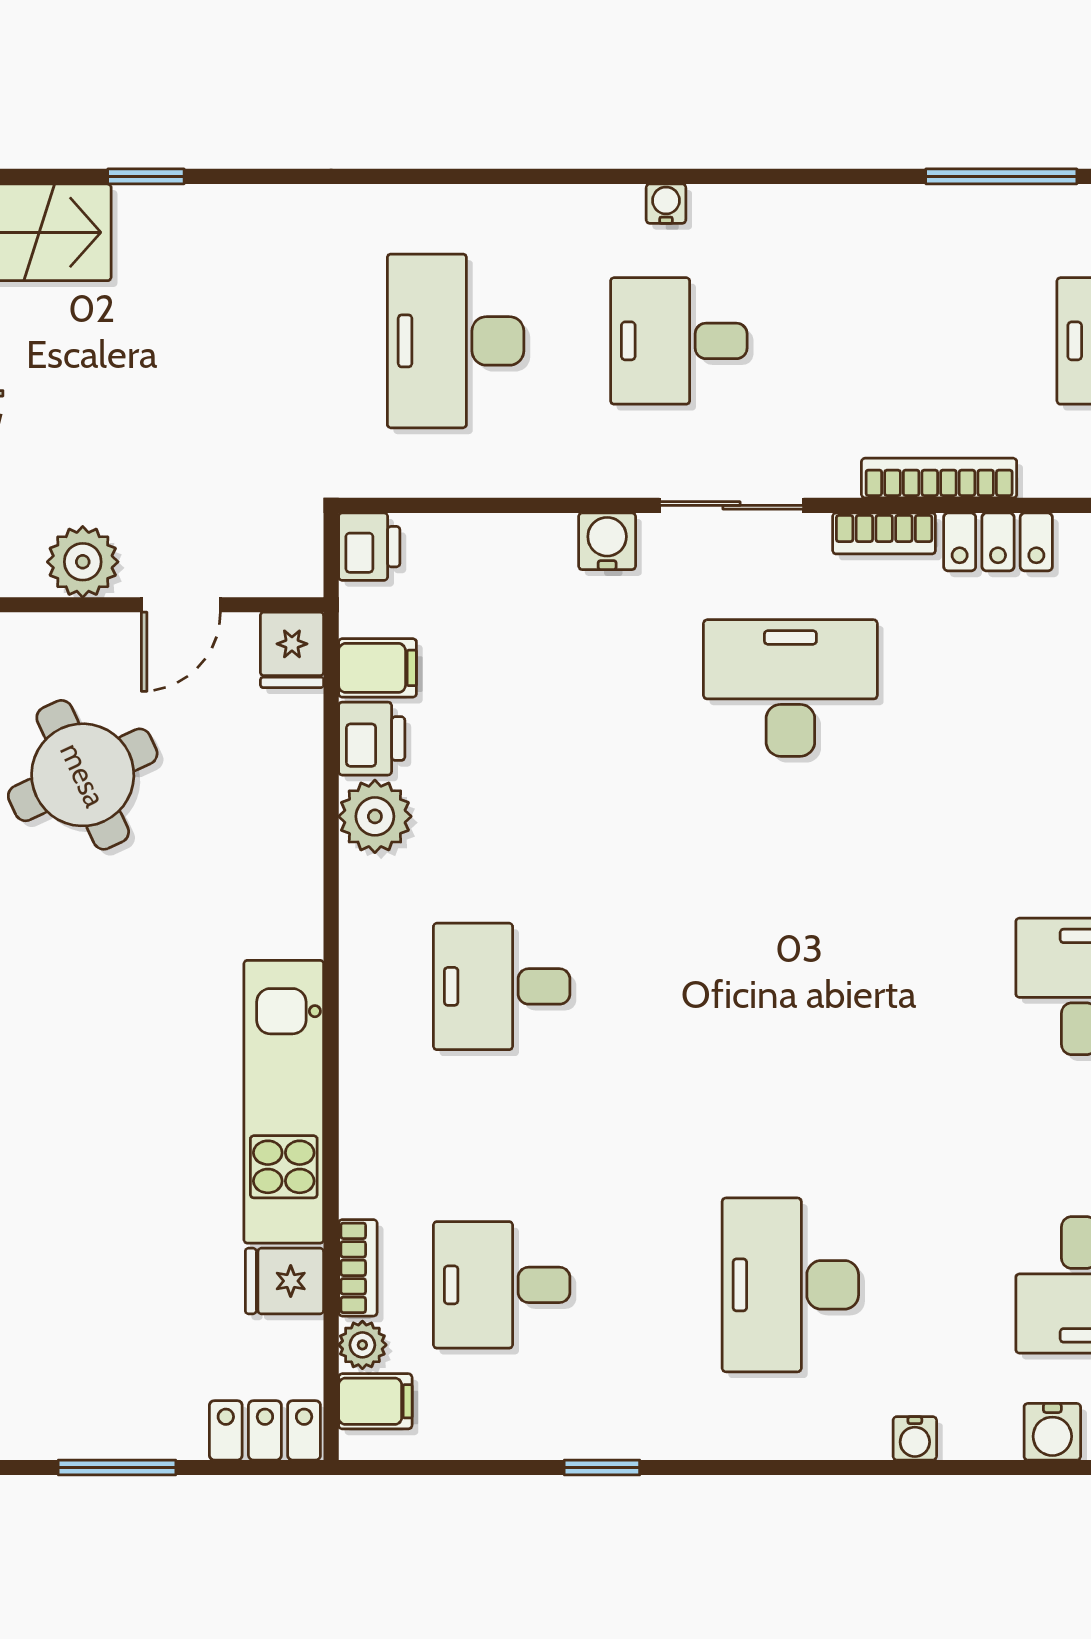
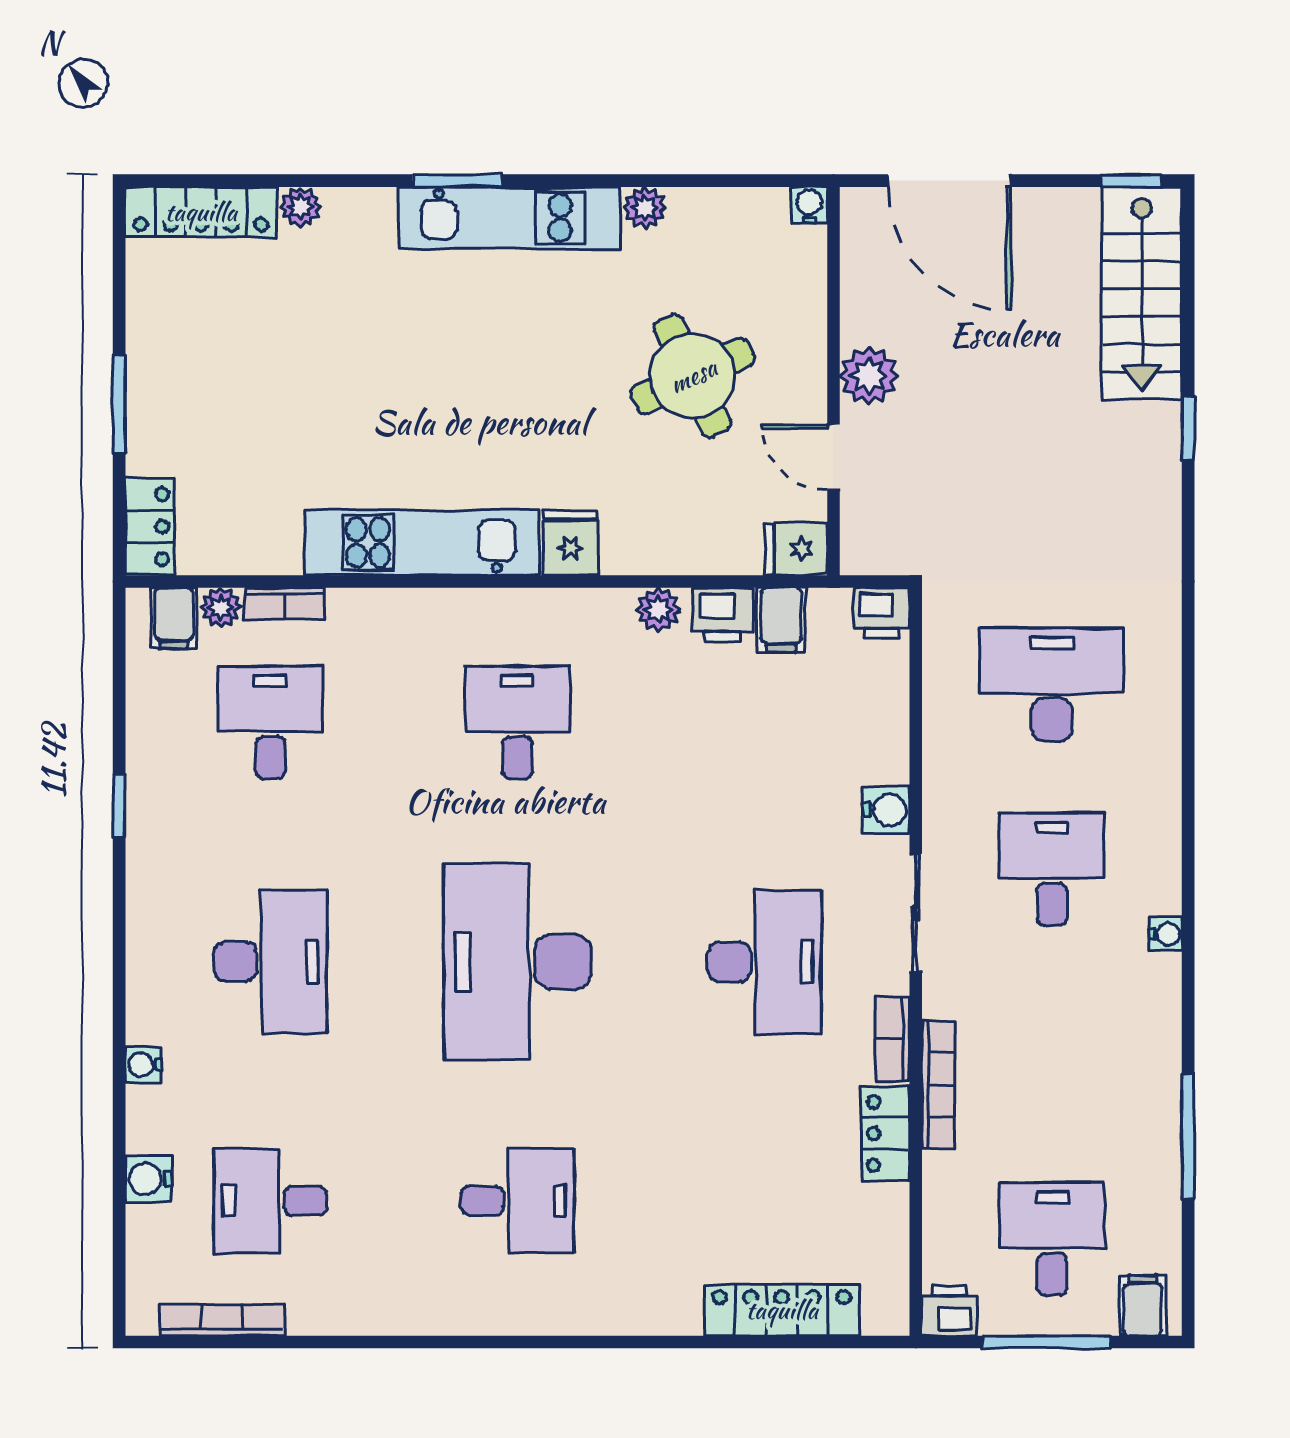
water cooler: (666, 204) -> (1166, 934), moved
plant: (375, 816) -> (658, 610), width x0.73, depth x0.73
desk: (790, 986) -> (517, 962), added
fridge: (284, 1281) -> (570, 543), moved
desk: (790, 1285) -> (270, 962), turned 90

